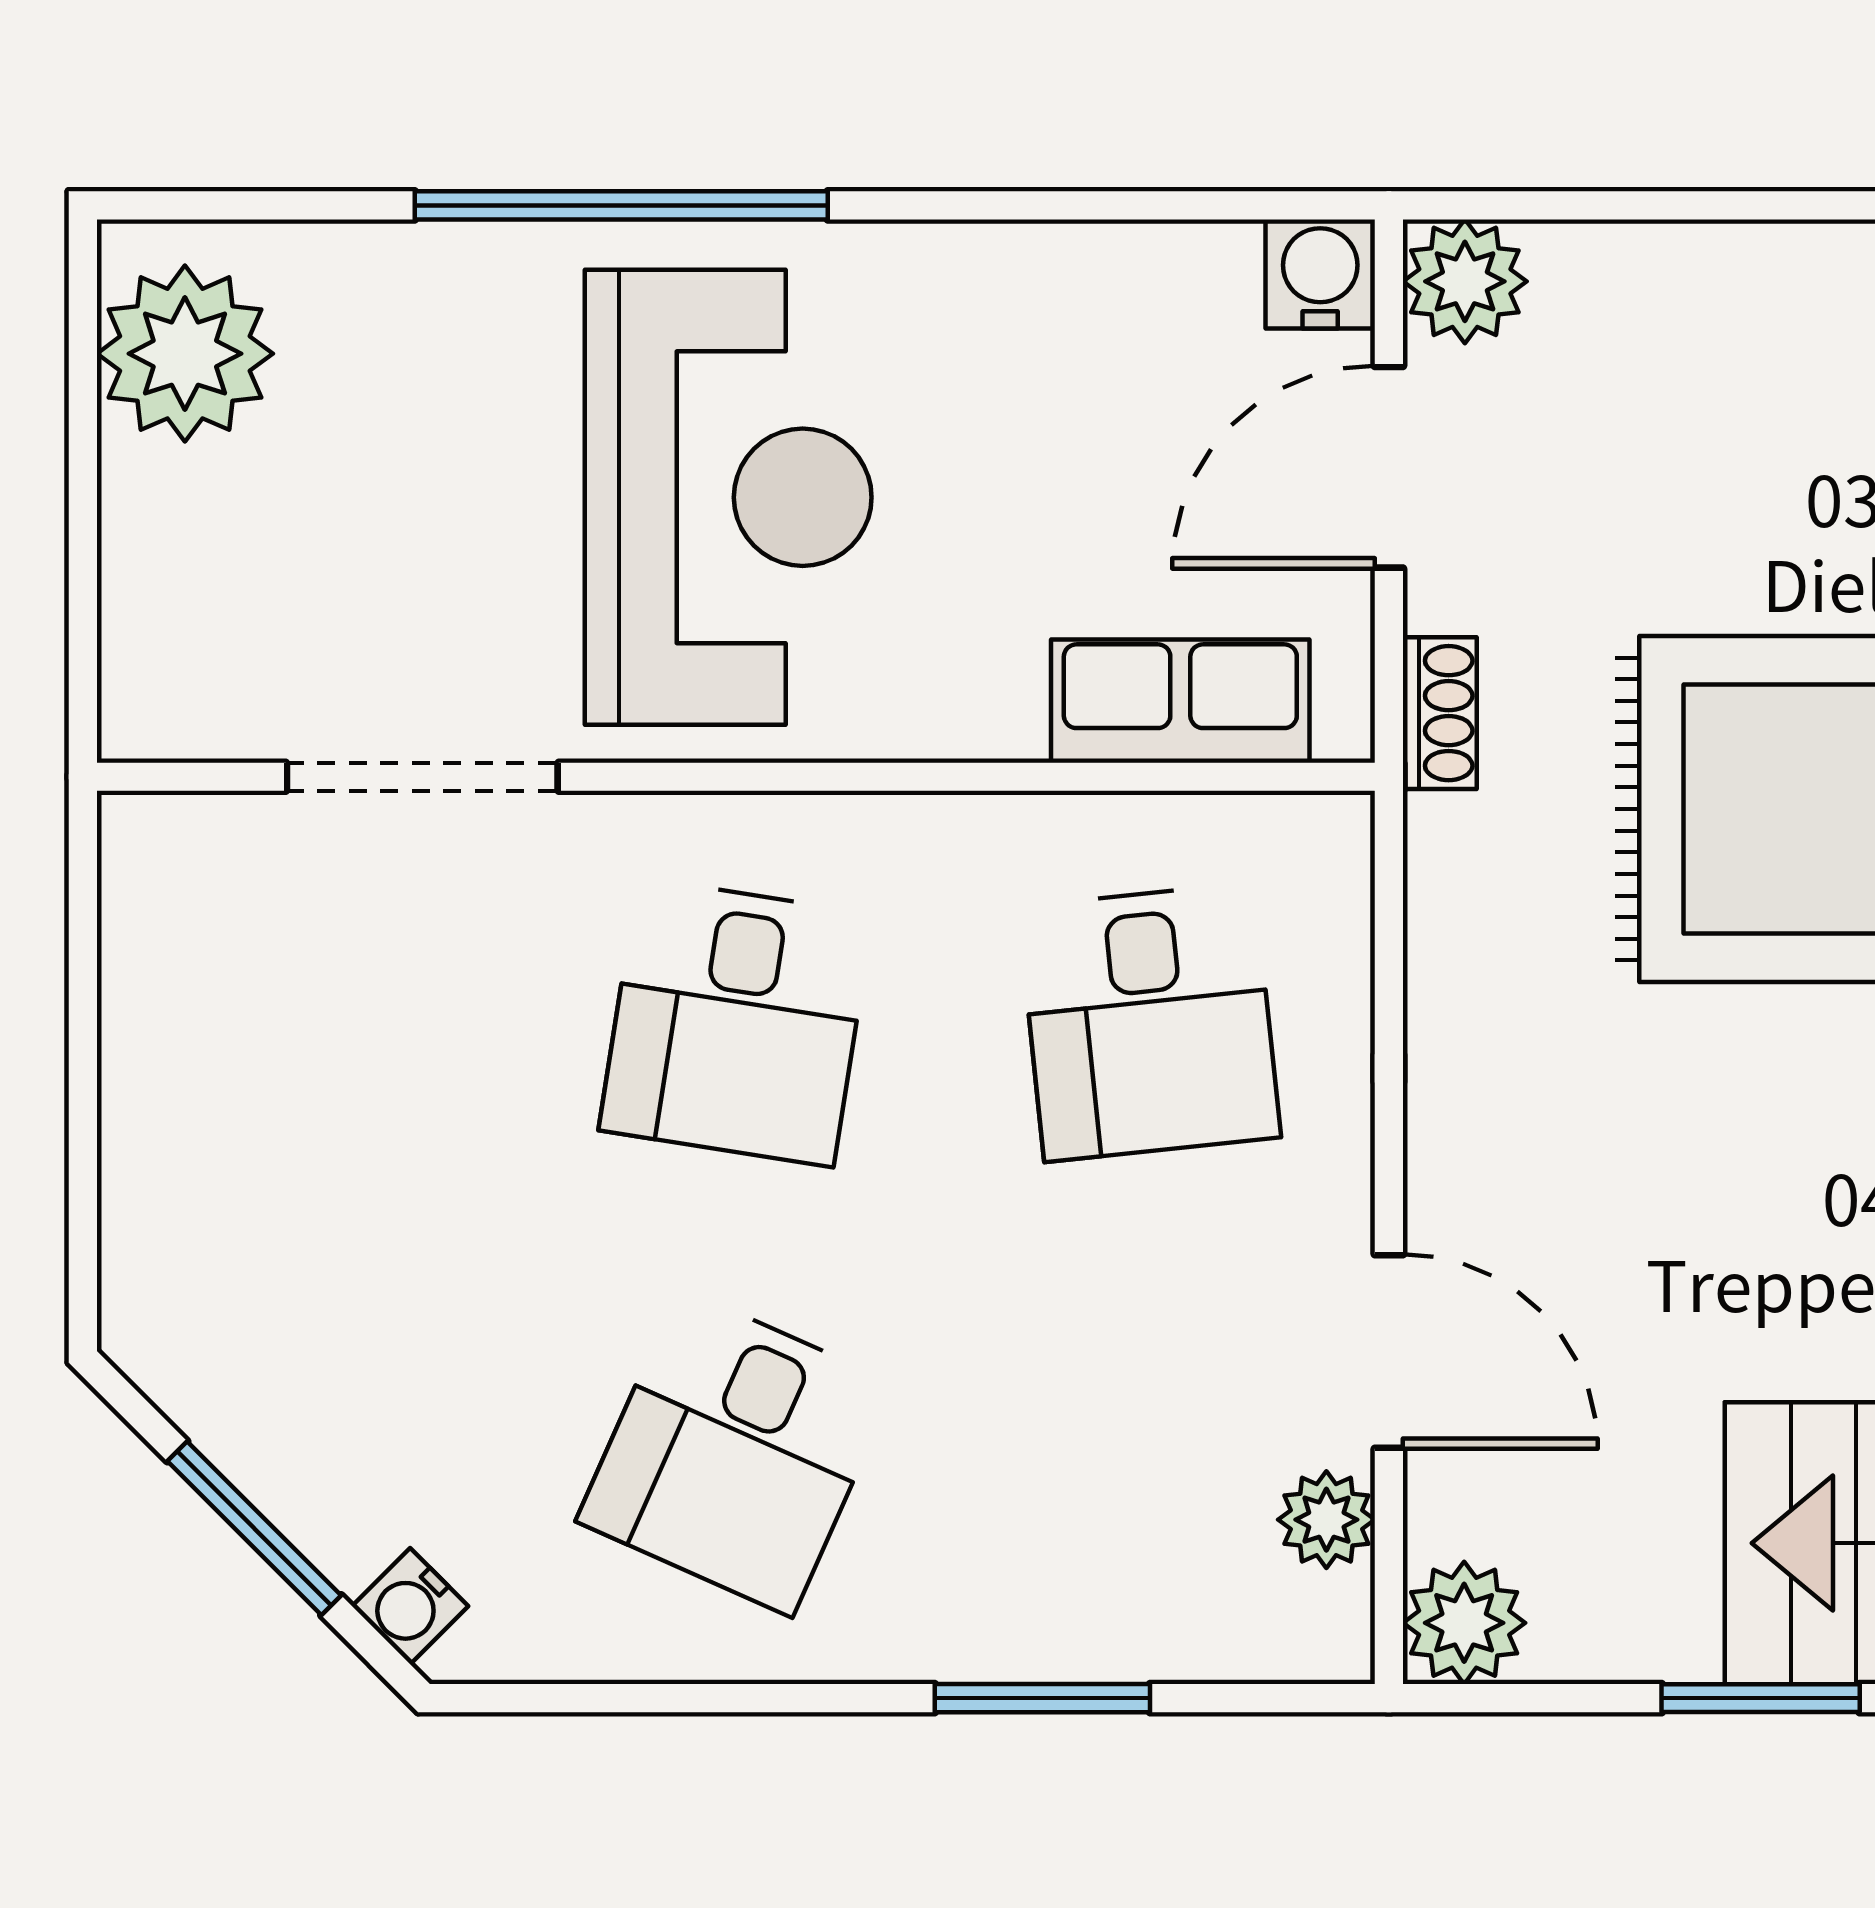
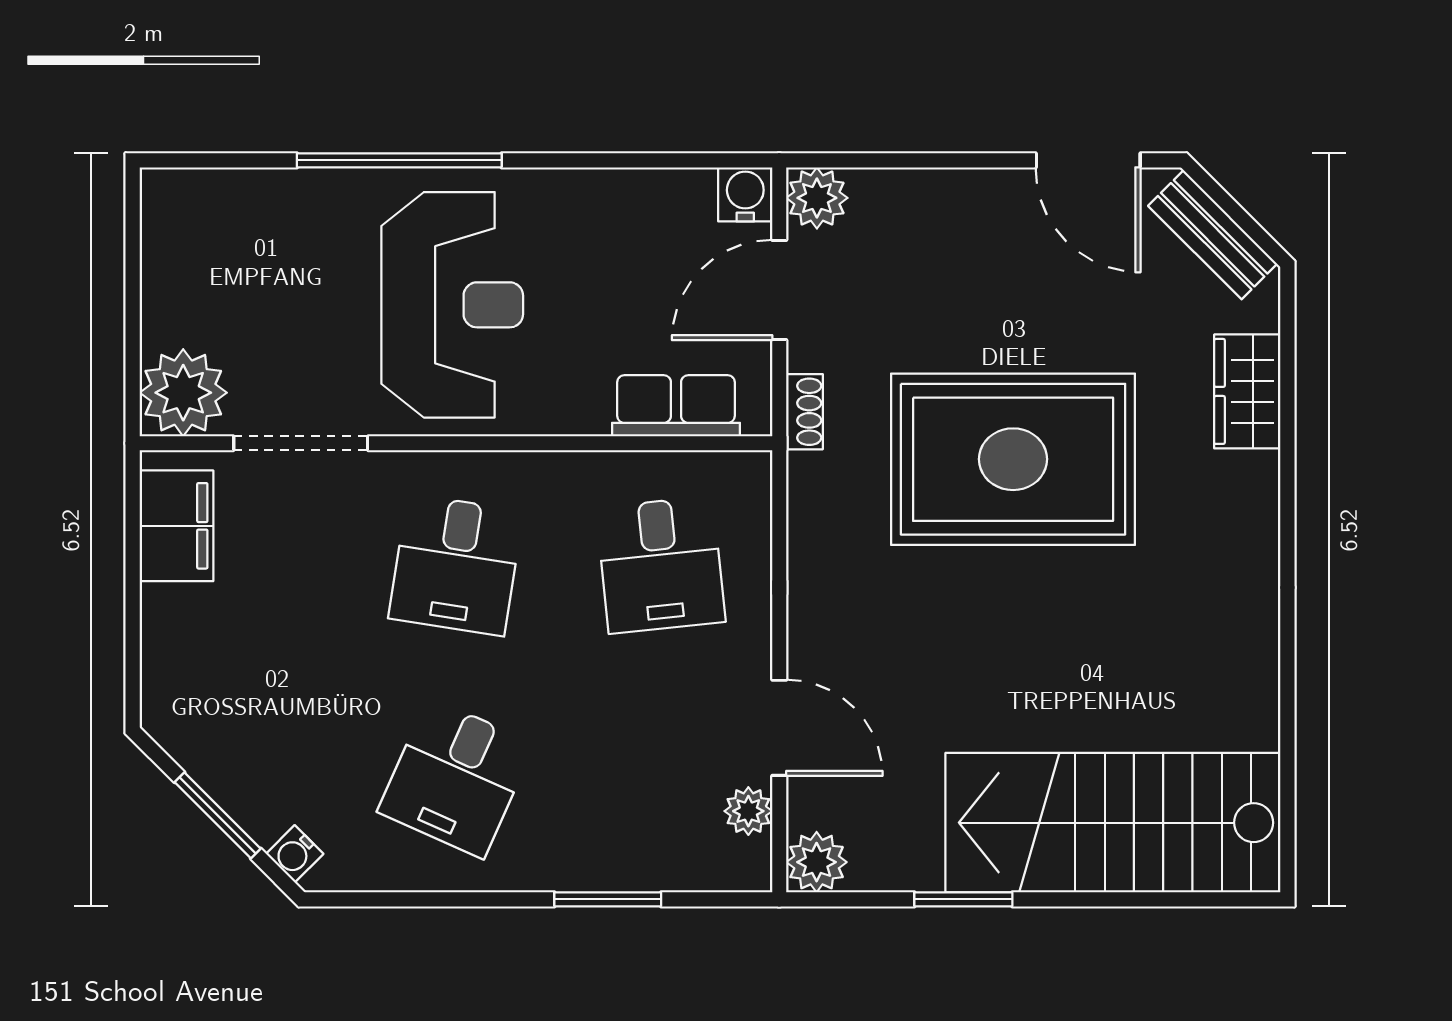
plant: (185, 354) -> (183, 393), moved
filing cabinet: (171, 944) -> (176, 526), added

